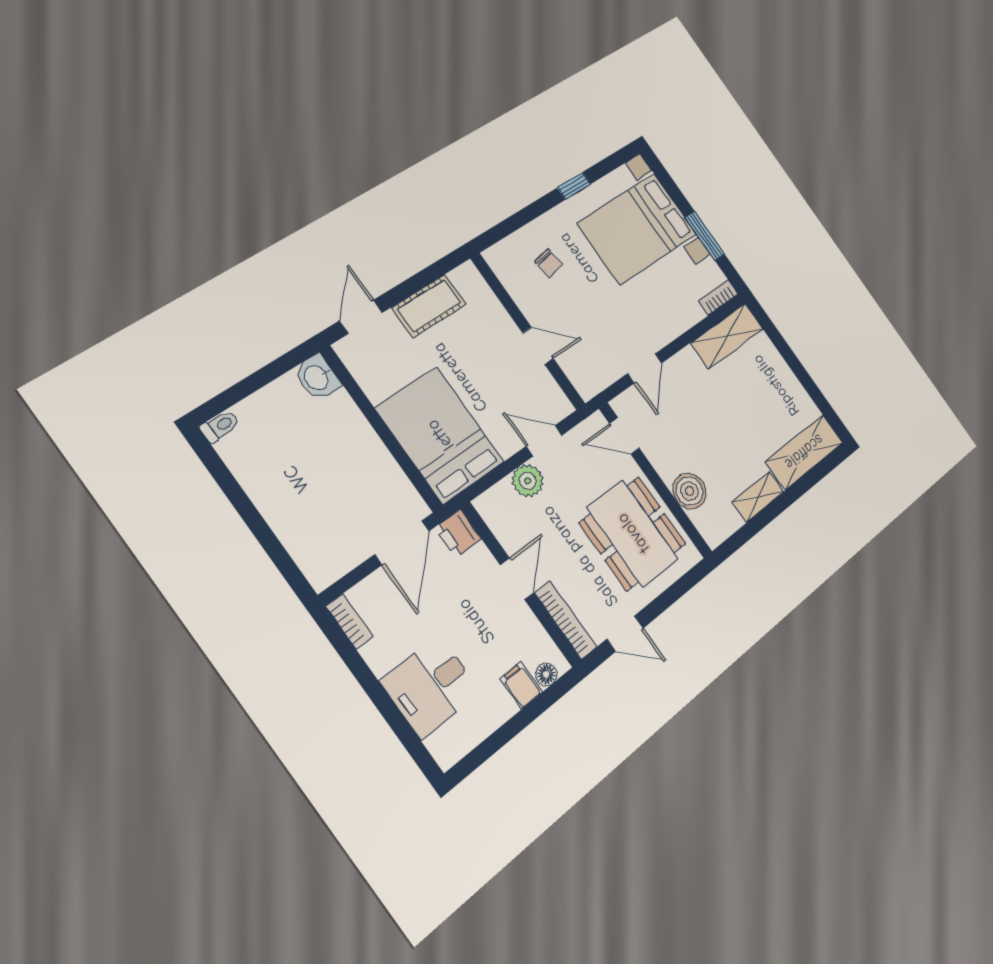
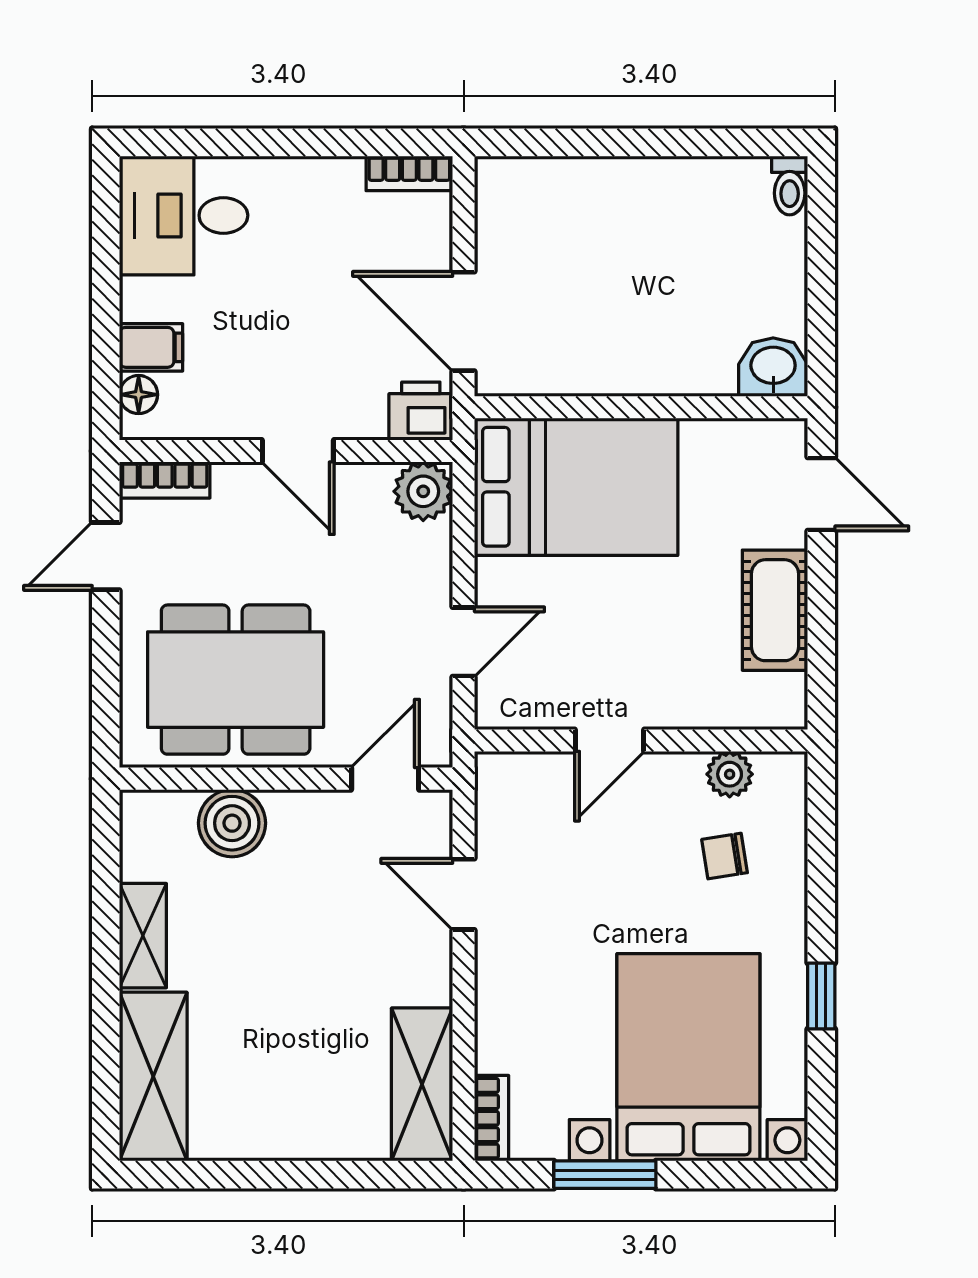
plant: (514, 282) -> (730, 774), added
plant: (528, 481) -> (423, 491), moved
bookcase: (566, 620) -> (165, 480), width x0.64
desk: (430, 687) -> (184, 215), moved, turned -90

